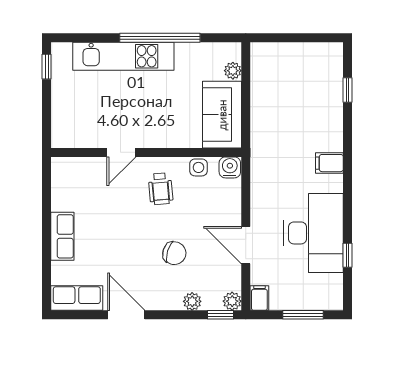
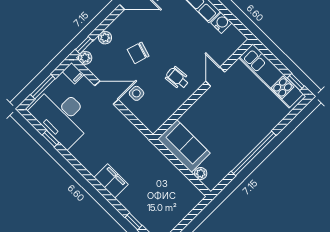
kitchen unit: (123, 56) -> (271, 76), moved, turned -90
filing cabinet: (329, 163) -> (111, 181), width x2.00
side table: (198, 167) -> (136, 93), moved
water cooler: (230, 167) -> (221, 23), moved, turned -90
desk: (313, 233) -> (62, 116), moved

